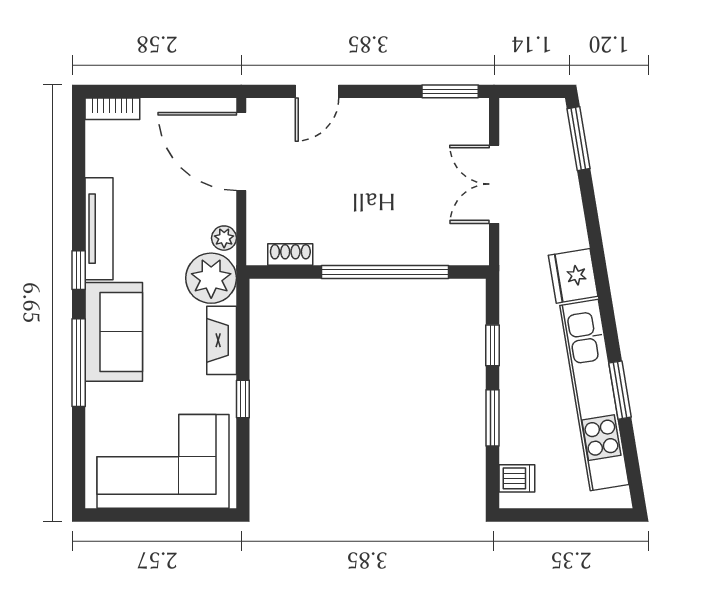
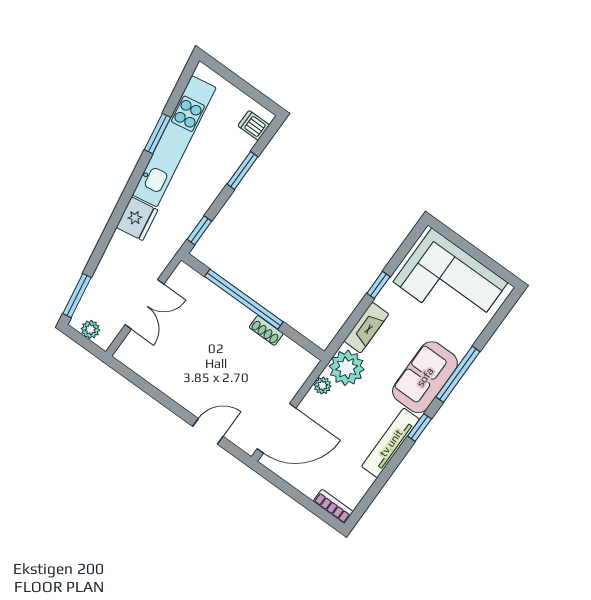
window: (450, 91) -> (131, 376), removed
plant: (535, 111) -> (90, 329), added
door: (241, 151) -> (277, 428), hinge flipped
shoe rack: (290, 255) -> (266, 330), moved
window: (492, 345) -> (199, 230), moved

